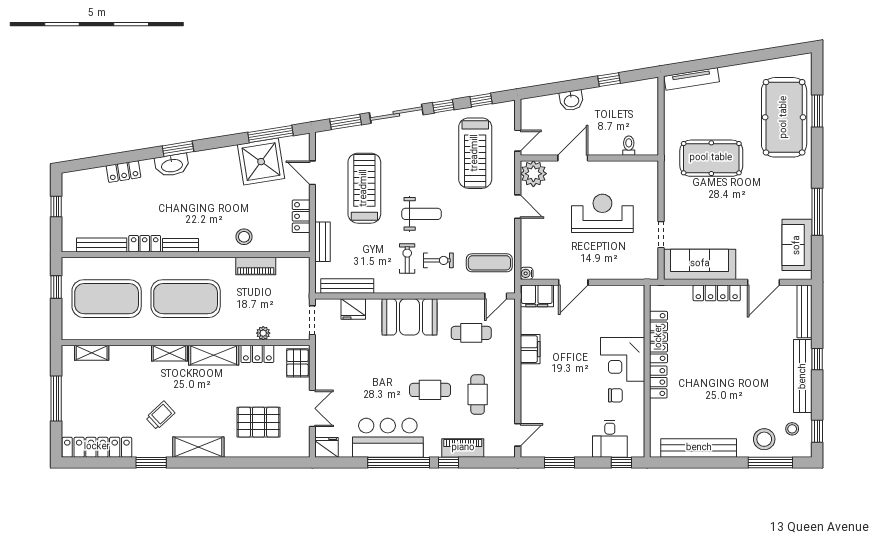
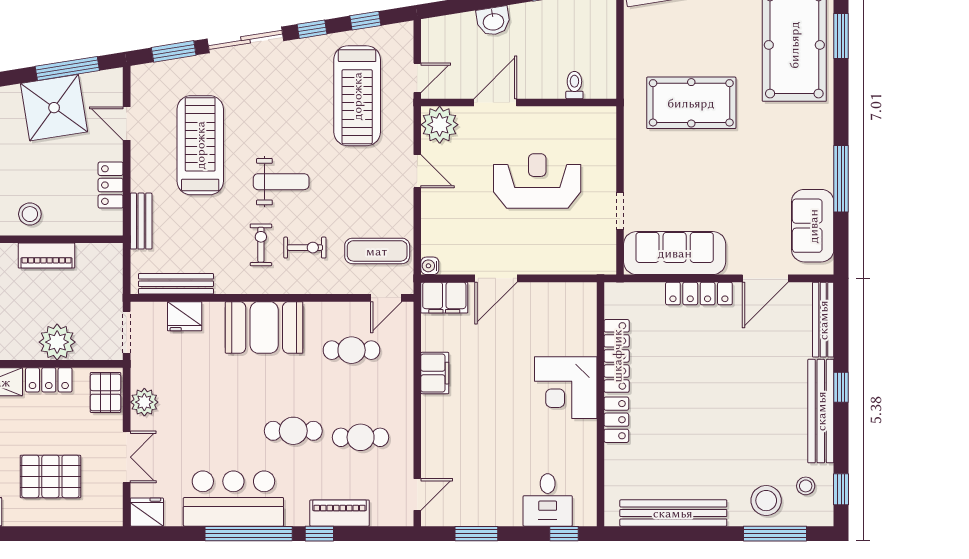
plant: (263, 333) -> (57, 342), width x1.87, depth x1.87
plant: (325, 370) -> (144, 402), added
cafe table: (478, 395) -> (361, 437), turned 90
chair: (615, 395) -> (555, 439), removed

